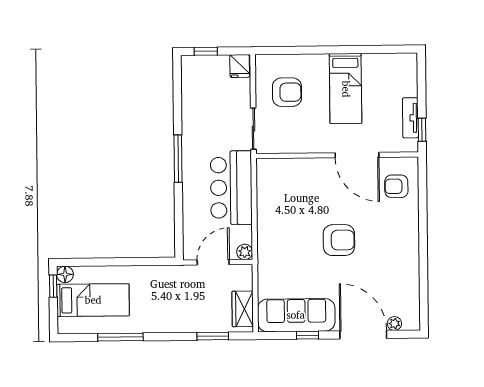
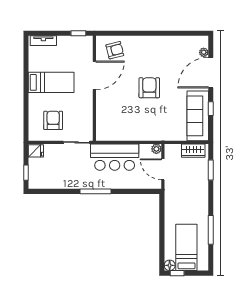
tv unit: (410, 118) -> (43, 41), moved
armchair: (396, 186) -> (115, 50), turned -104

